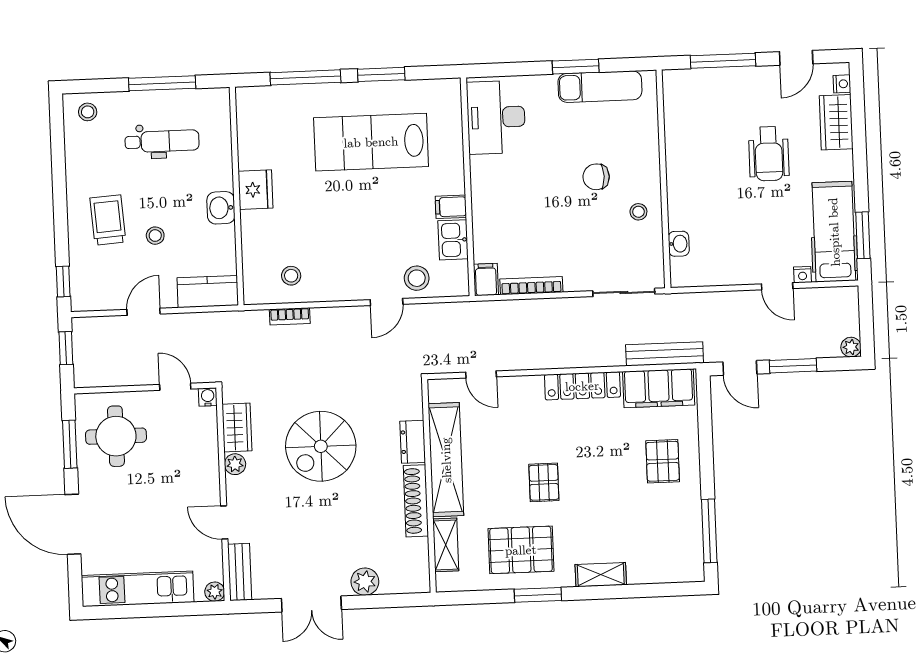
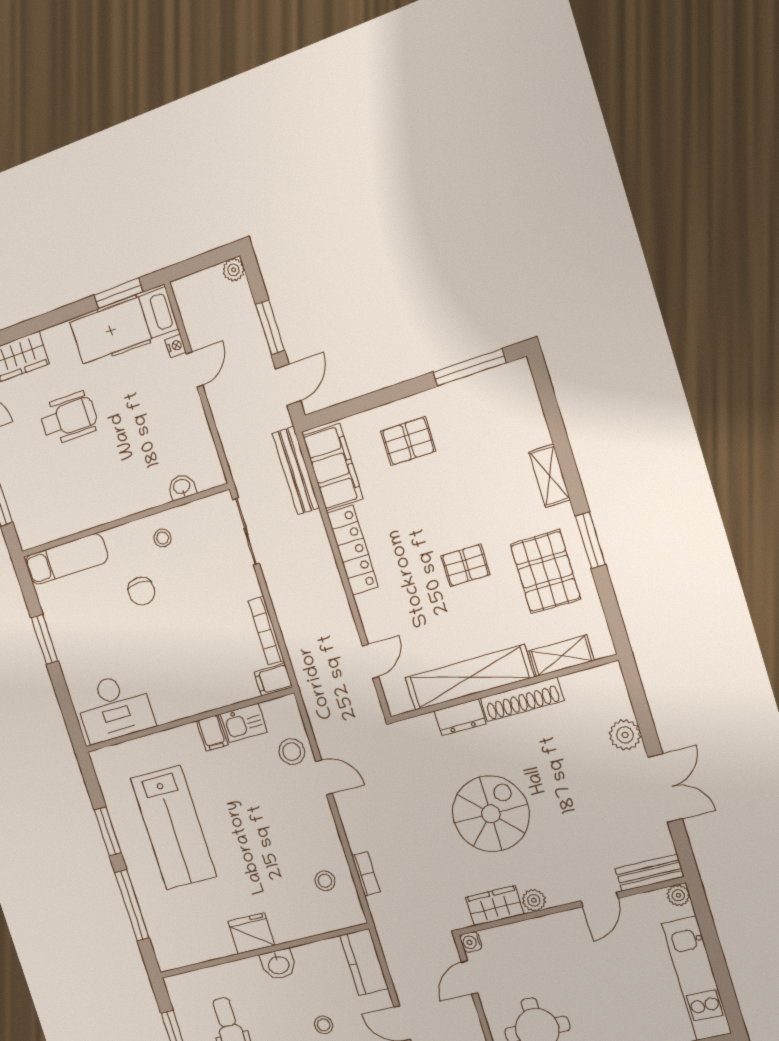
exam couch: (600, 87) -> (67, 559), moved, turned 90
spiral stairs: (321, 446) -> (491, 814), turned -90

